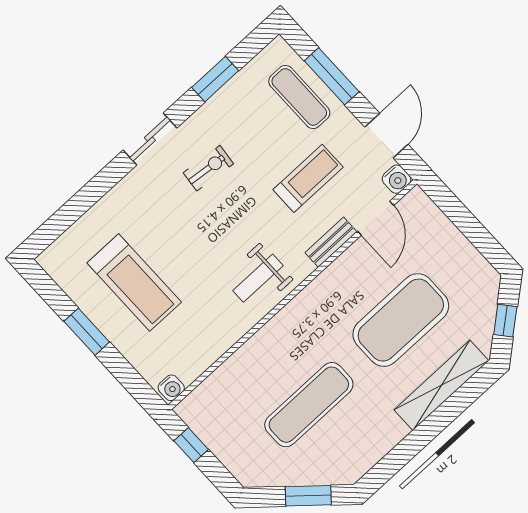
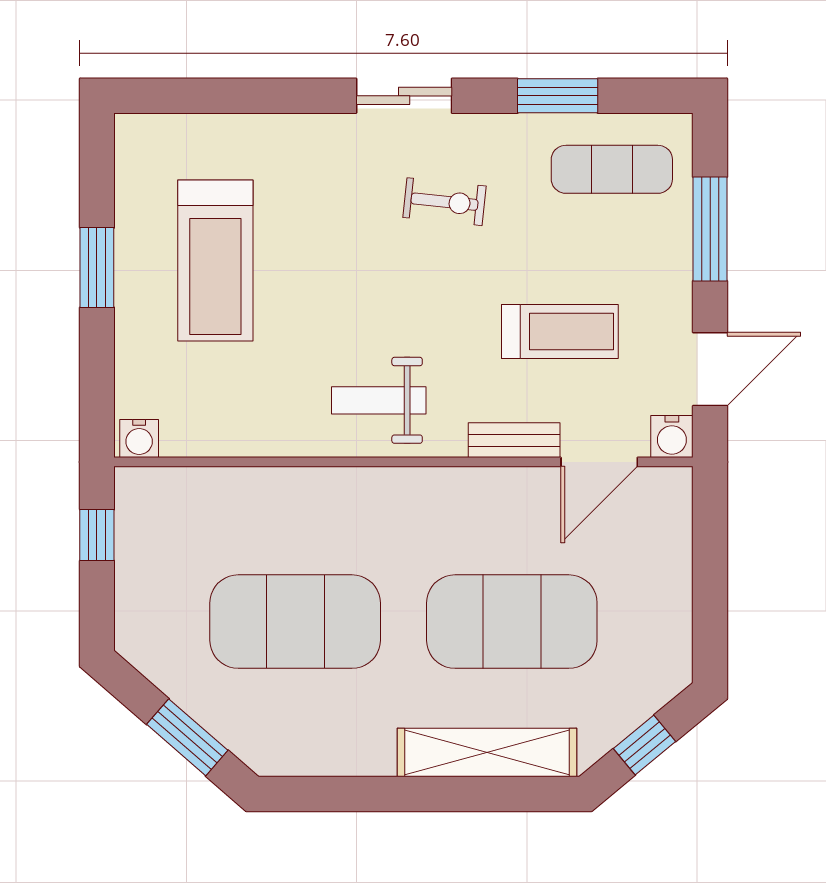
exercise mat: (299, 97) -> (612, 169), moved, turned 90
exercise mat: (309, 405) -> (295, 622), width x1.47

